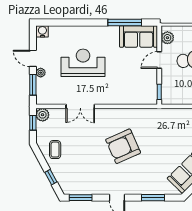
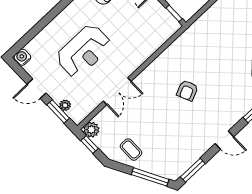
reception desk: (83, 63) -> (84, 51), turned 180
plant: (41, 73) -> (65, 105), moved
armchair: (123, 146) -> (187, 90), width x0.53, depth x0.53
window: (51, 177) -> (150, 177), width x2.17

